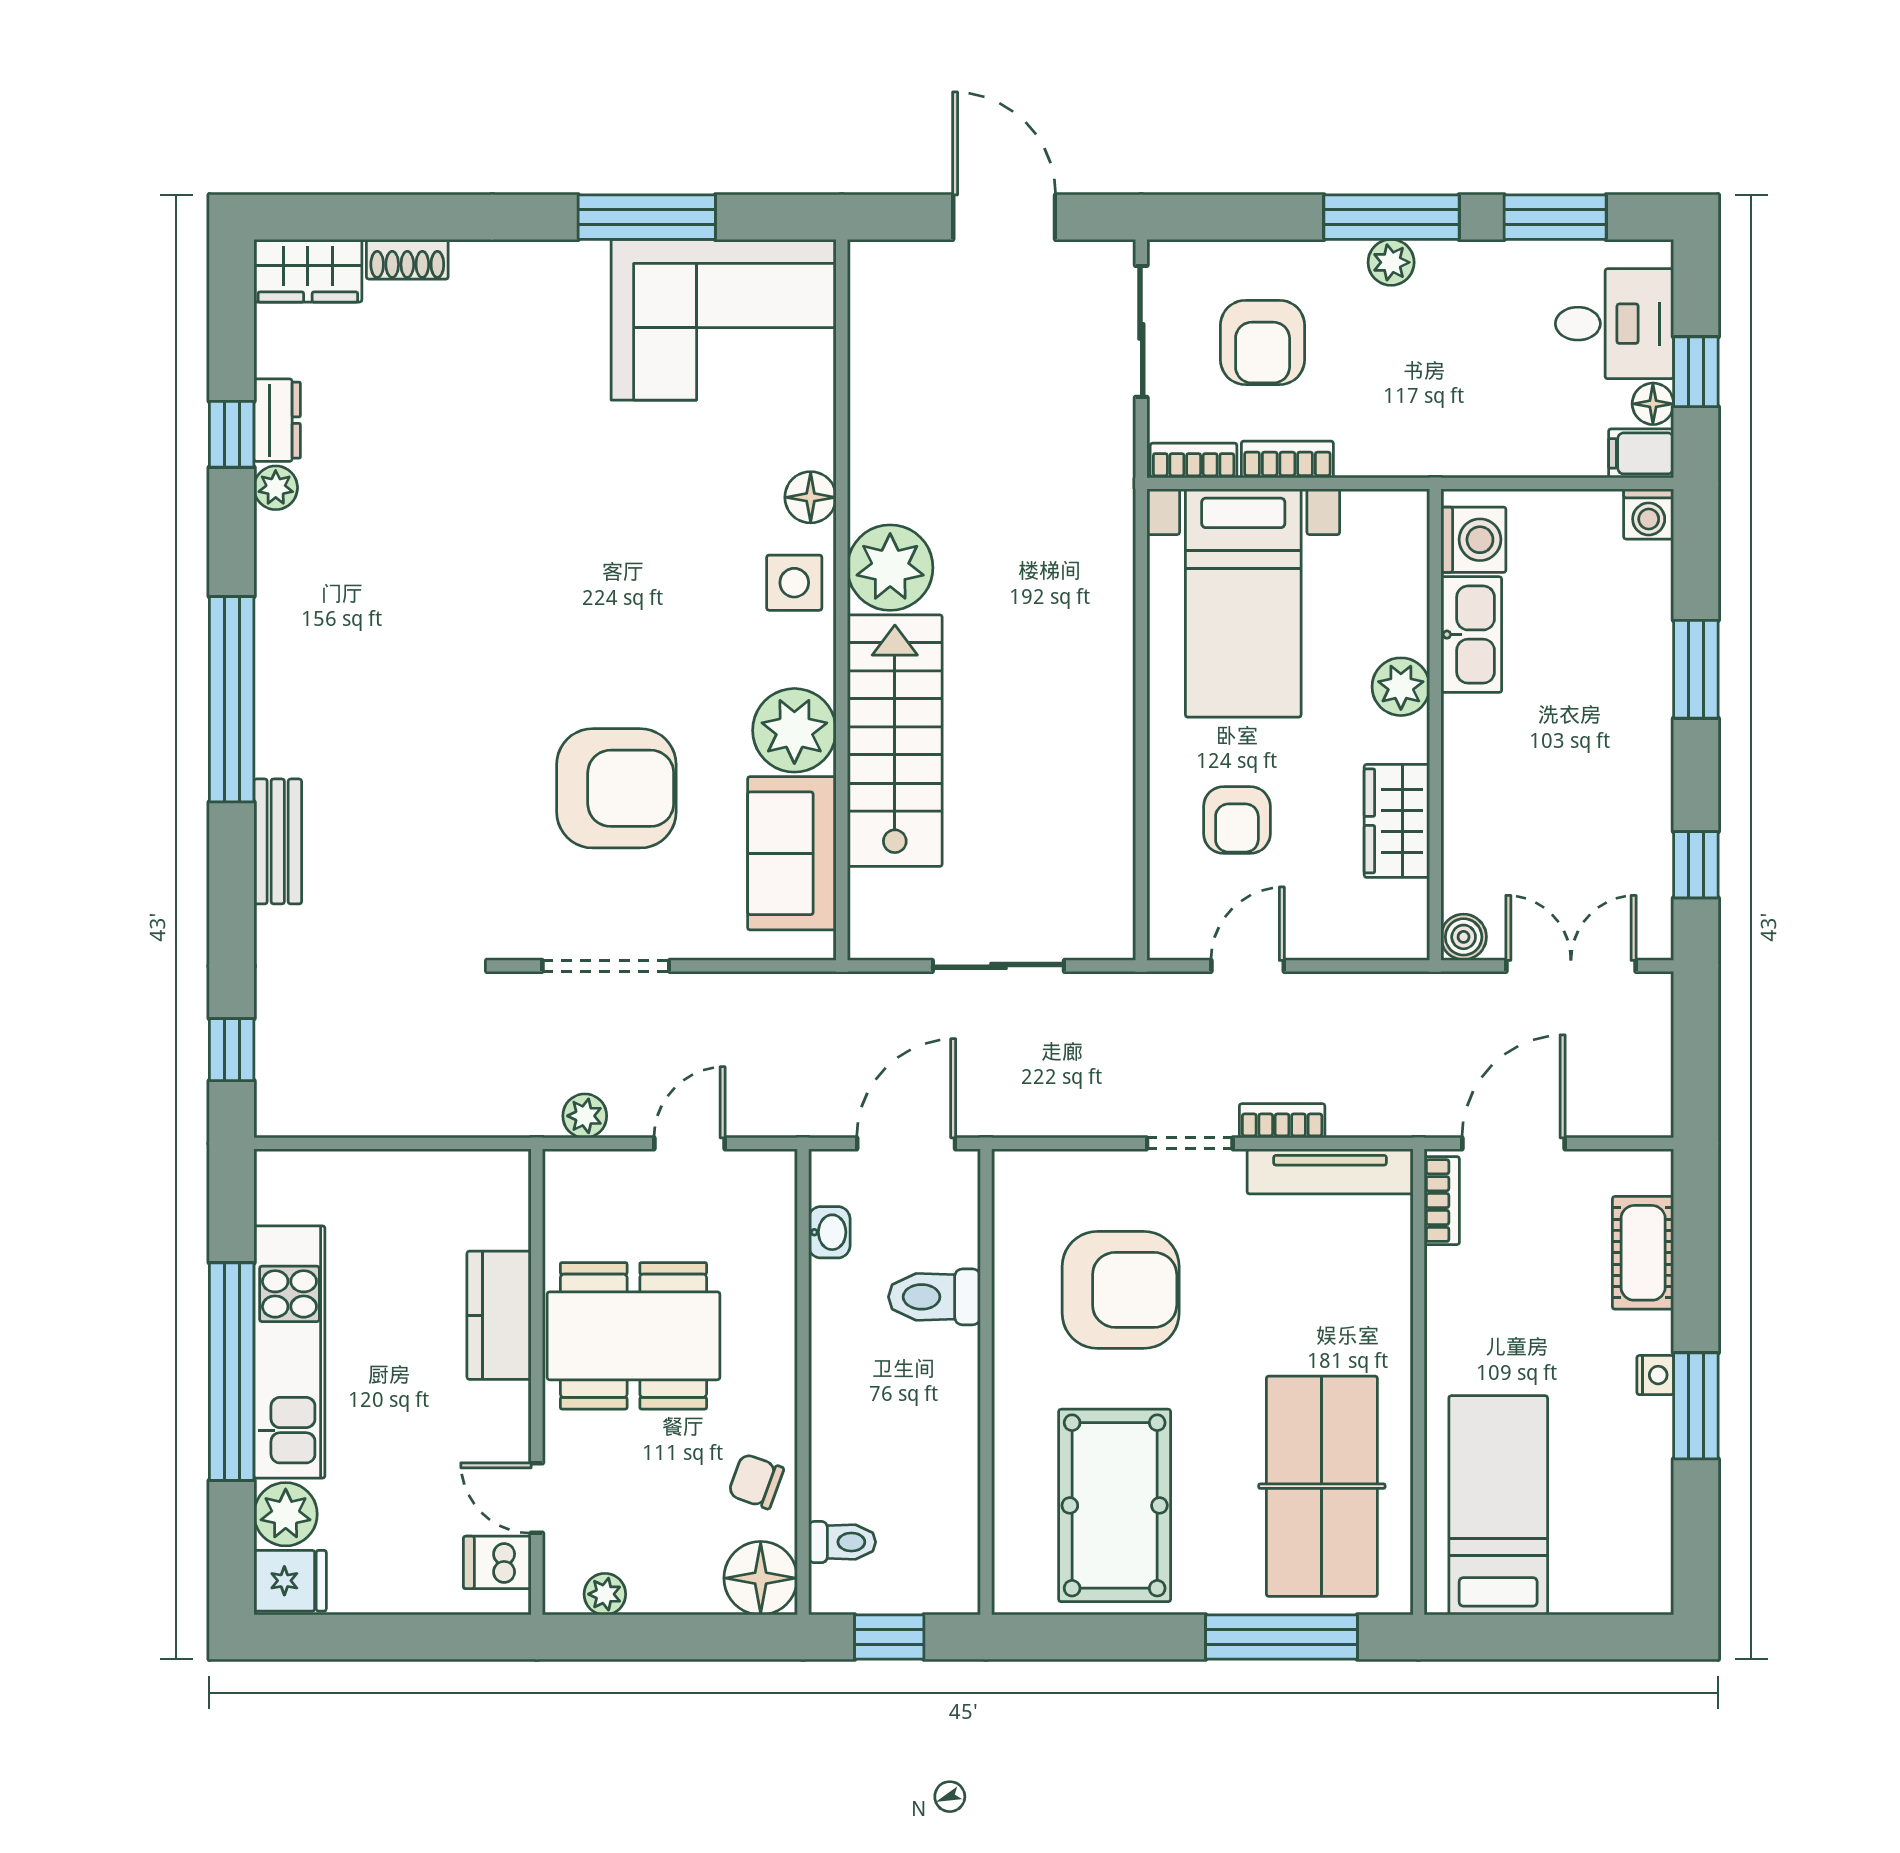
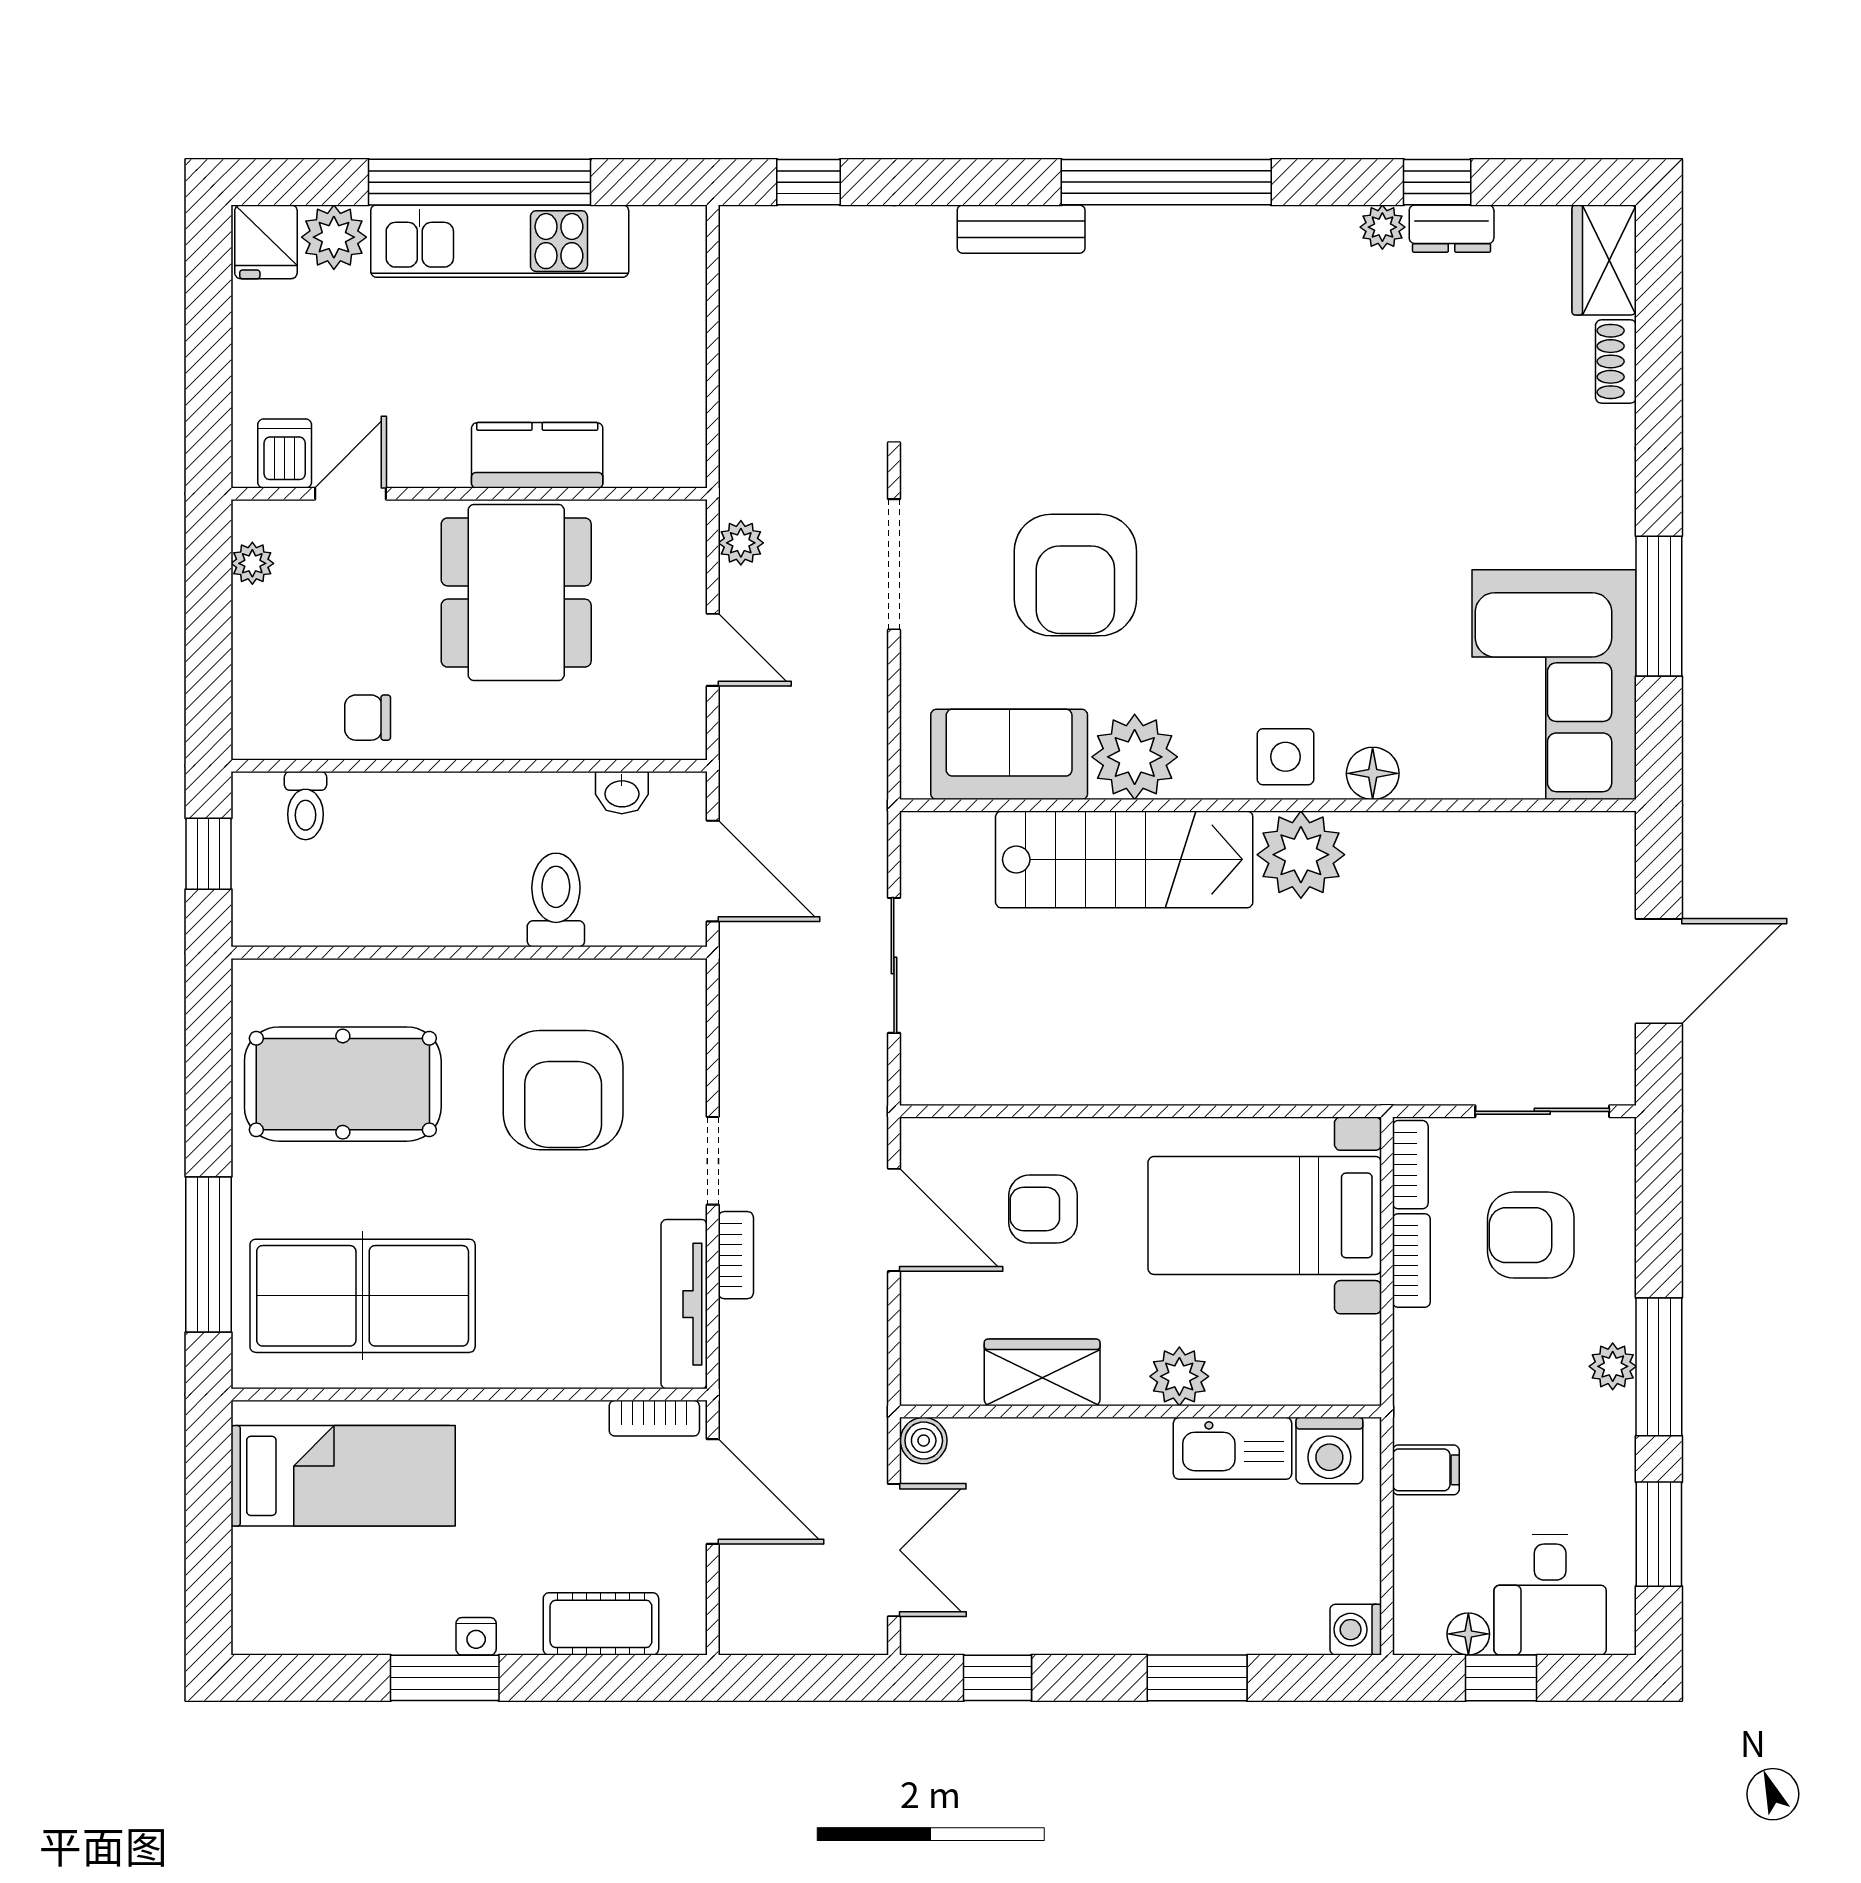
filing cabinet: (1641, 453) -> (1426, 1470), moved, turned 90
door: (1248, 966) -> (894, 1220), width x1.38
chair: (756, 1481) -> (368, 718), turned -110
floor lamp: (761, 1578) -> (269, 722), removed

